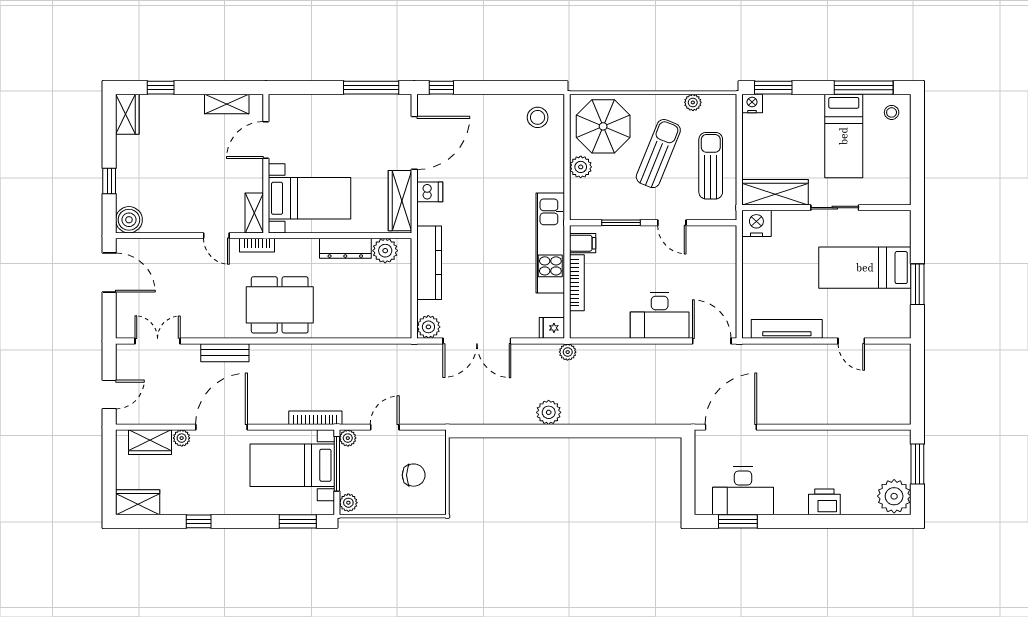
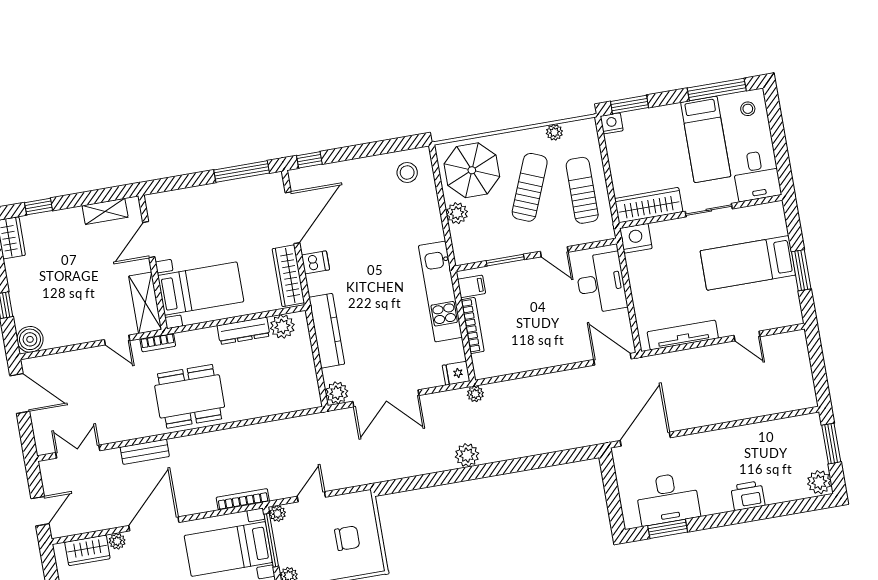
desk: (889, 181) -> (756, 176), added
shelving: (254, 213) -> (145, 303), width x1.50, depth x1.33
desk: (660, 315) -> (601, 283), moved, turned -90
plant: (894, 496) -> (819, 482), width x0.73, depth x0.73

